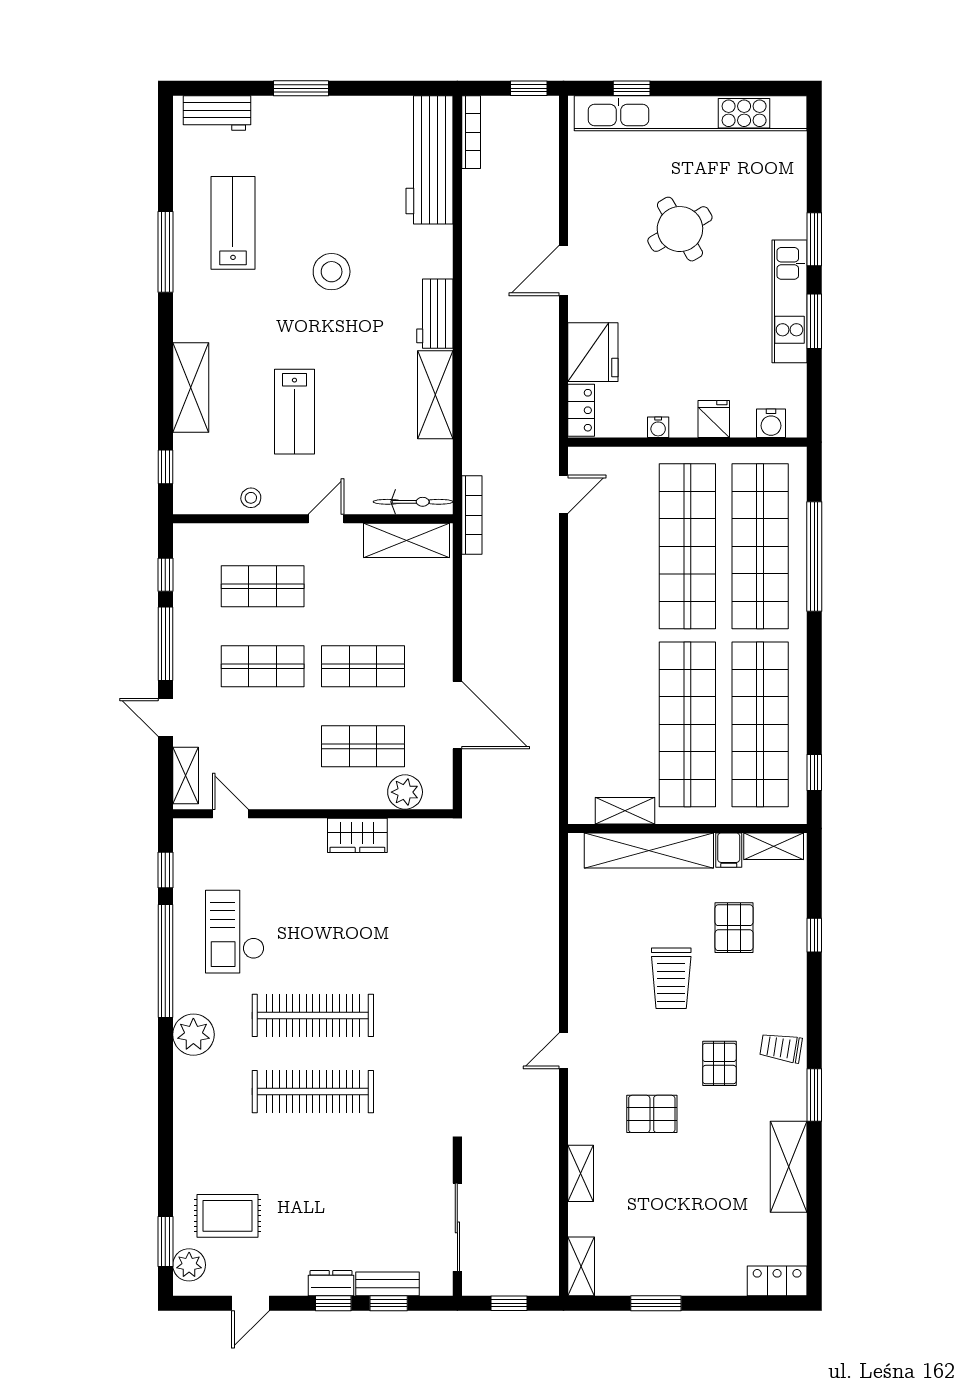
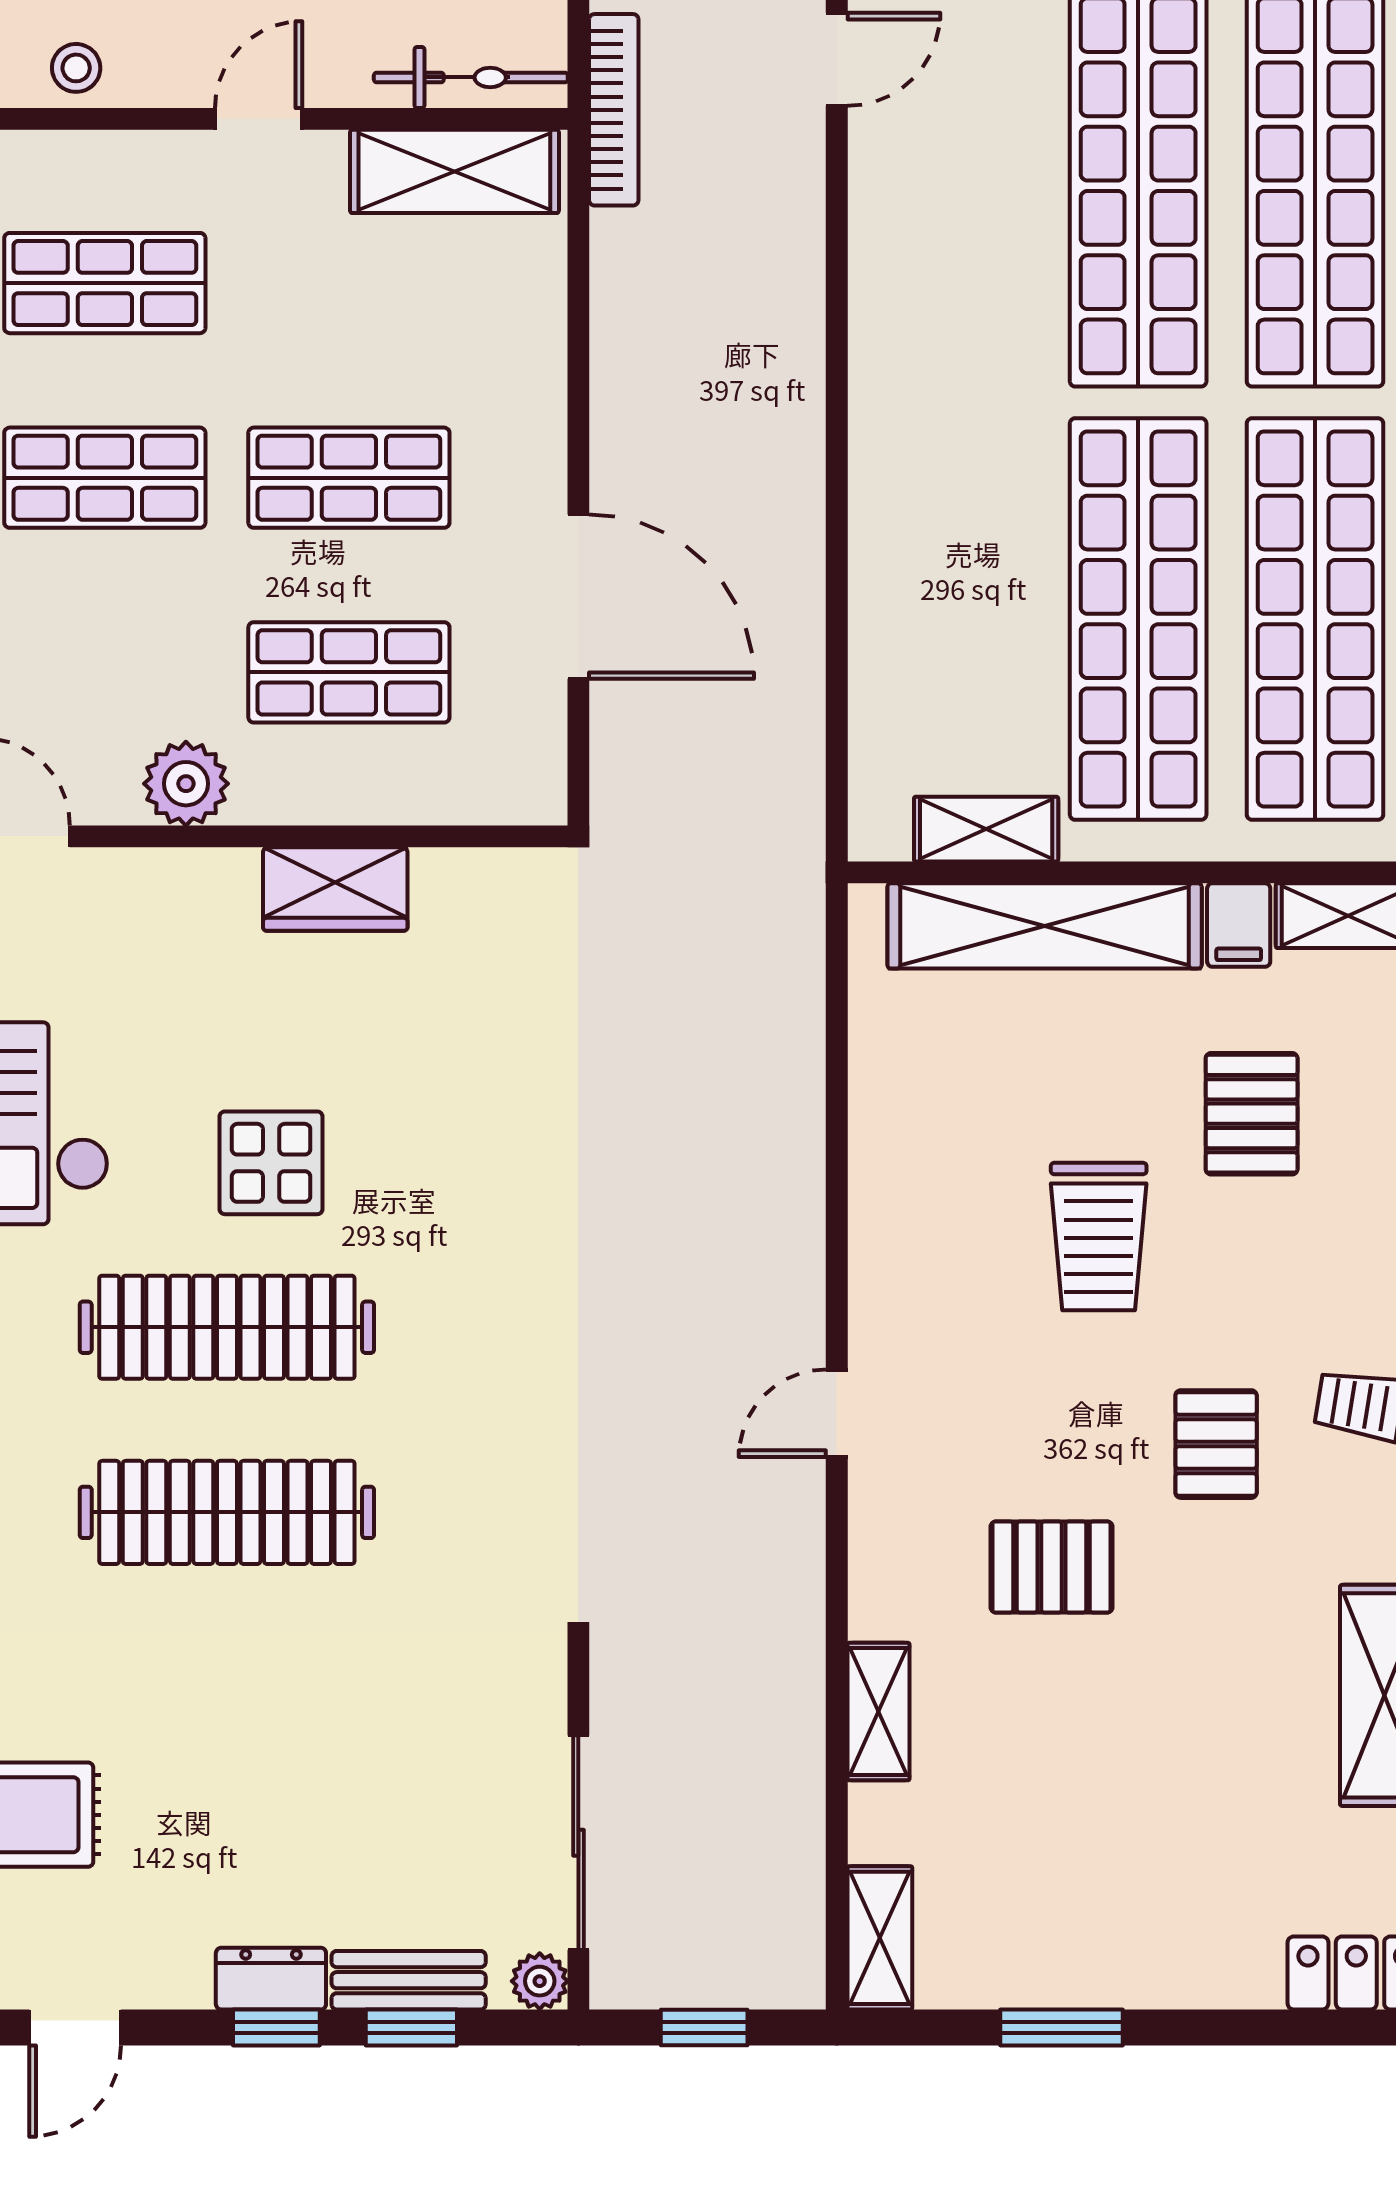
plant: (405, 792) -> (186, 784), moved
display table: (331, 948) -> (271, 1163), added
plant: (441, 1284) -> (540, 1981), added

